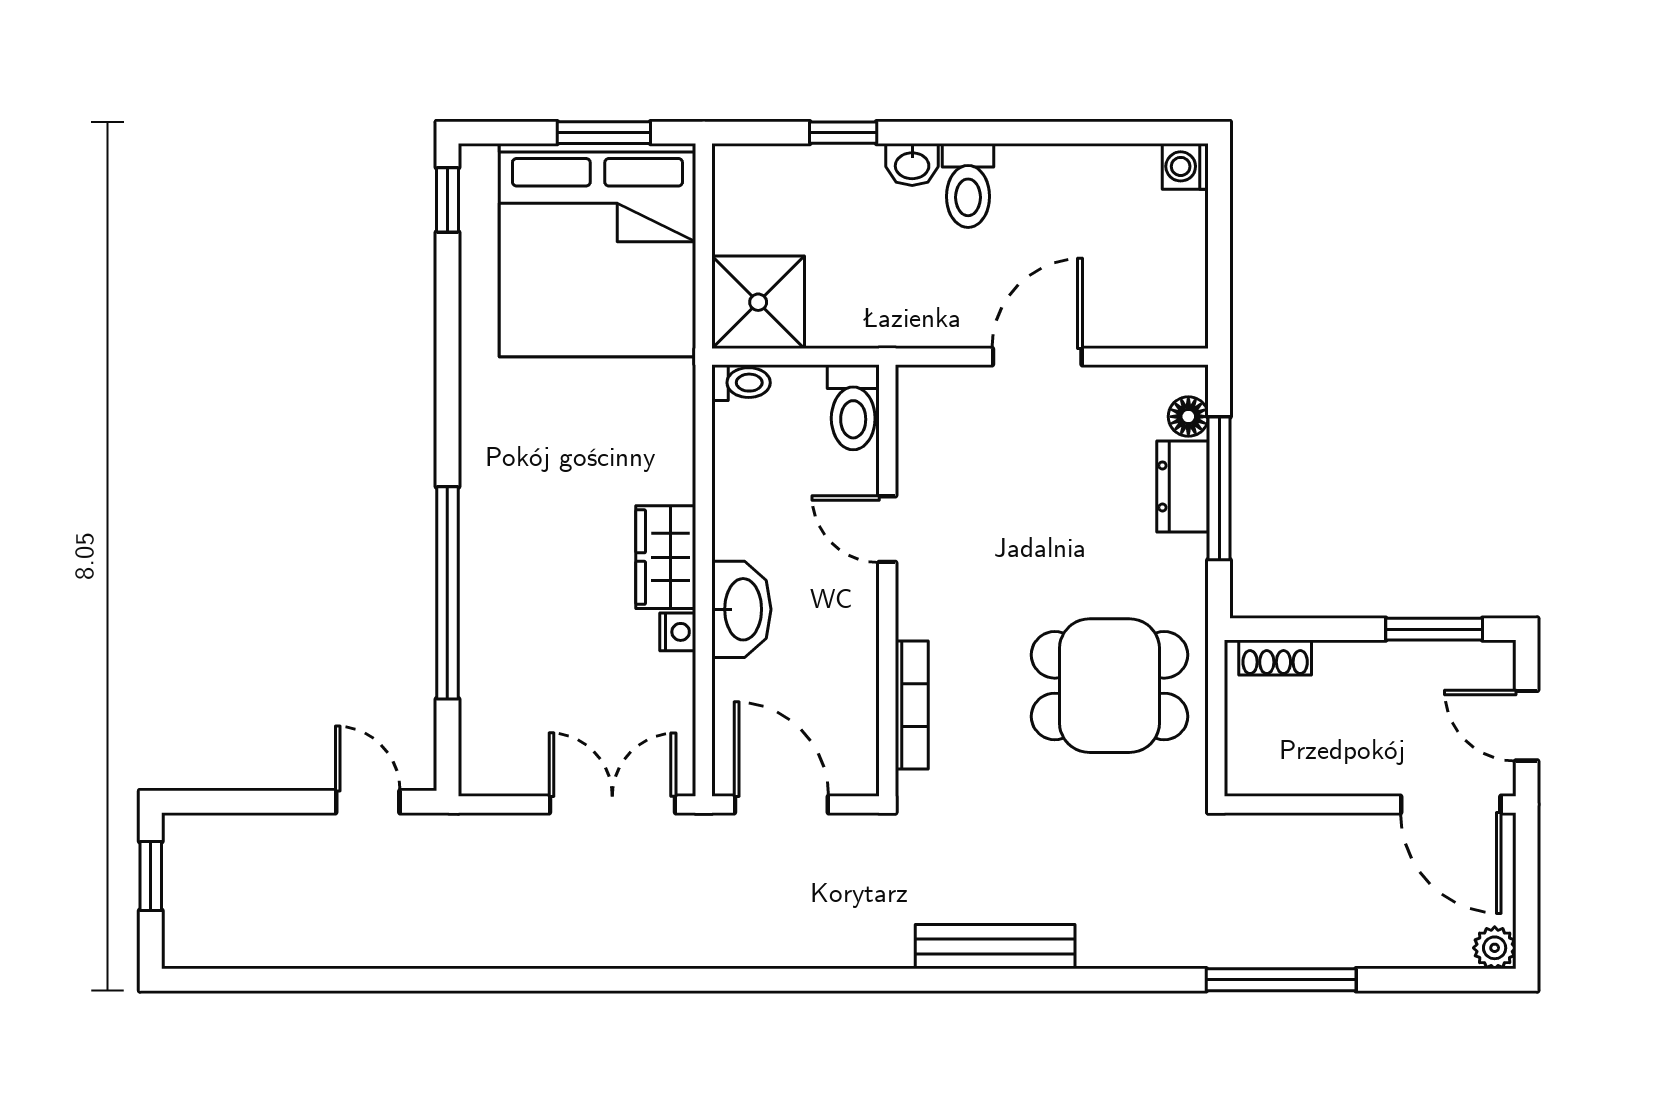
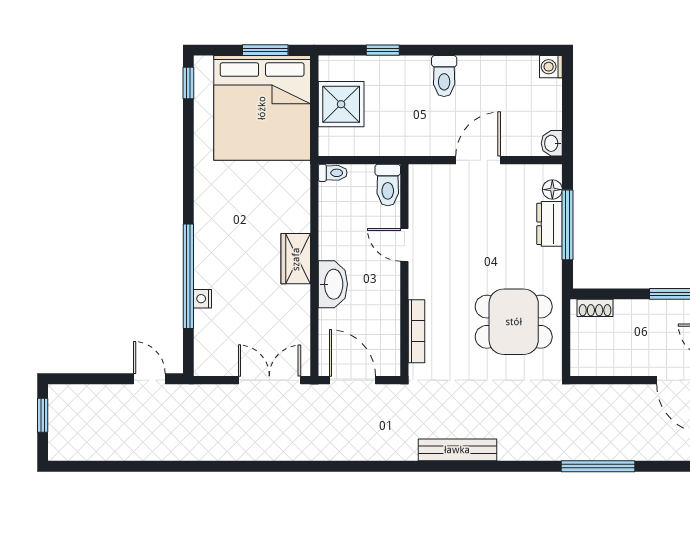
washbasin: (912, 165) -> (552, 143), moved, turned 90
shower: (758, 302) -> (341, 104), moved
nightstand: (678, 632) -> (203, 299), moved, turned 180

